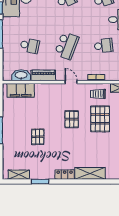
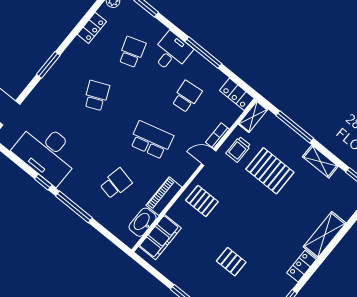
school desk: (67, 46) -> (151, 140), turned -36
door: (71, 82) -> (209, 157), moved
pallet: (72, 119) -> (202, 201), moved

